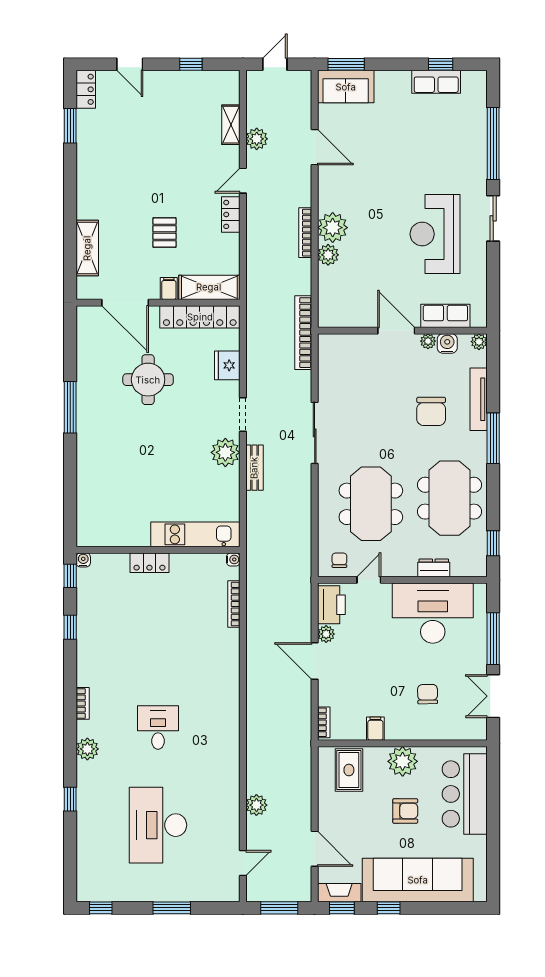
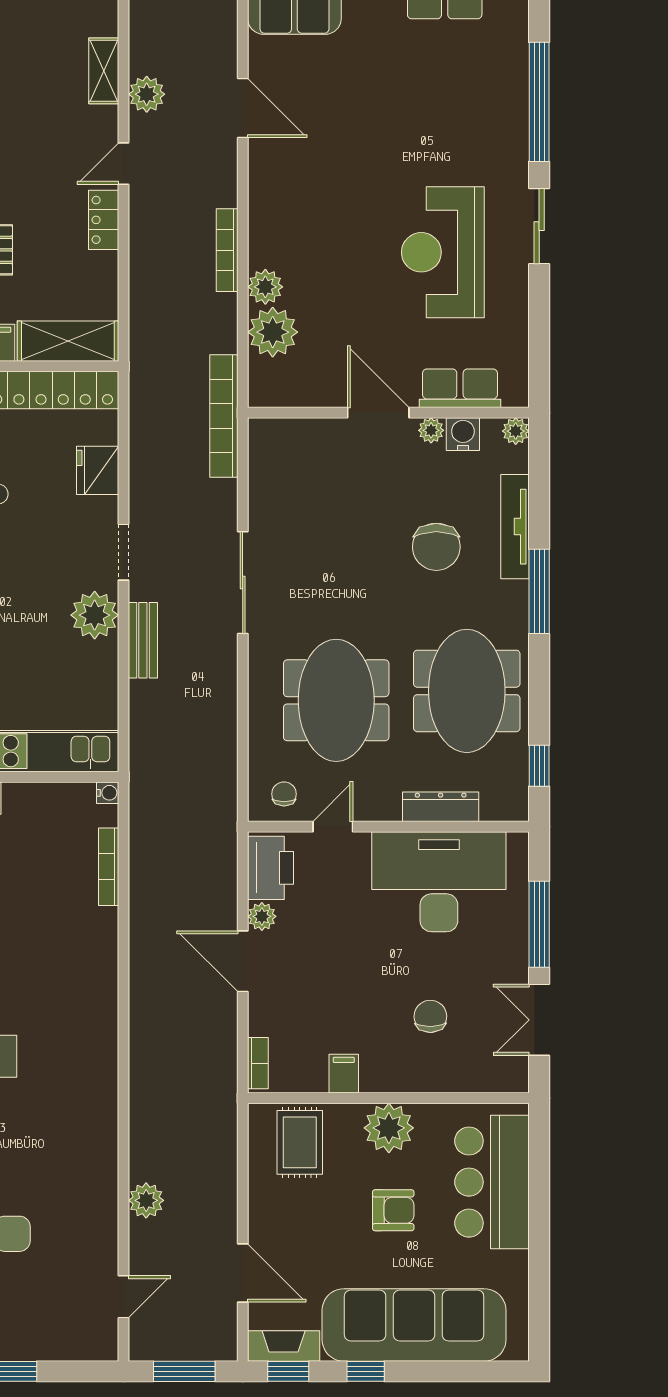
plant: (333, 228) -> (273, 332), moved
dresser: (434, 568) -> (441, 807), width x1.44

